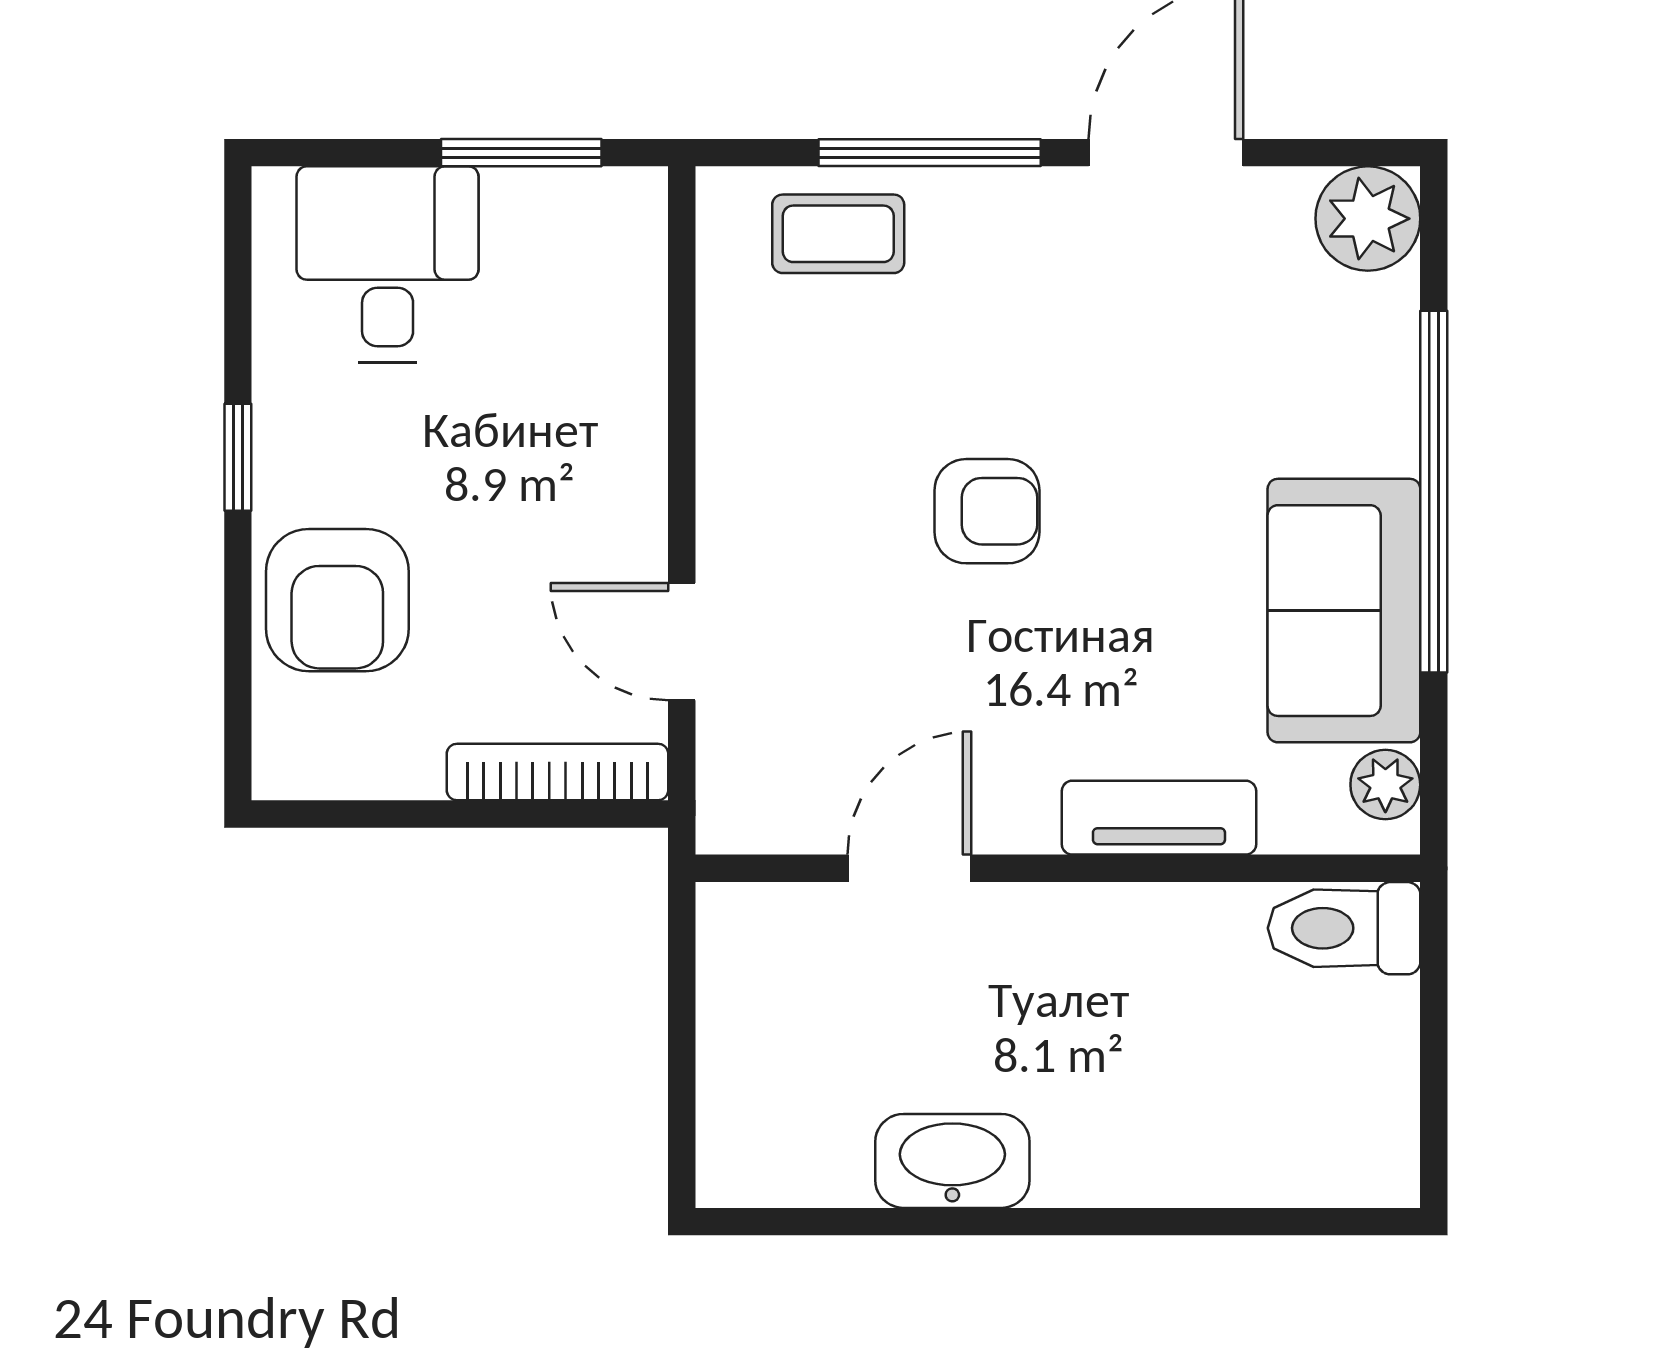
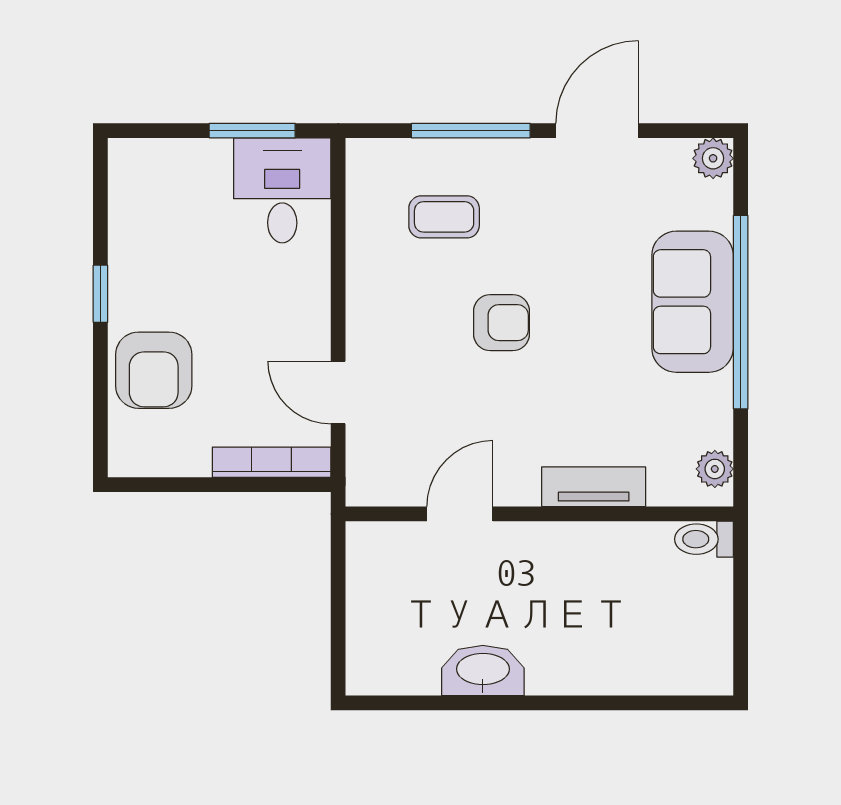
plant: (1368, 219) -> (713, 158), width x0.73, depth x0.73
coffee table: (838, 234) -> (444, 217), moved
desk: (388, 264) -> (282, 190), moved
sofa: (1344, 611) -> (693, 302), moved
toilet: (1344, 928) -> (704, 539), width x0.73, depth x0.72

